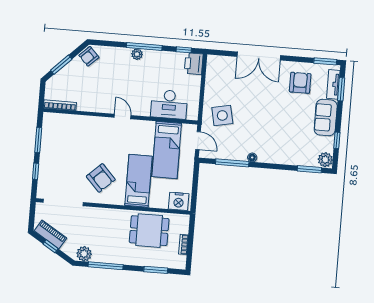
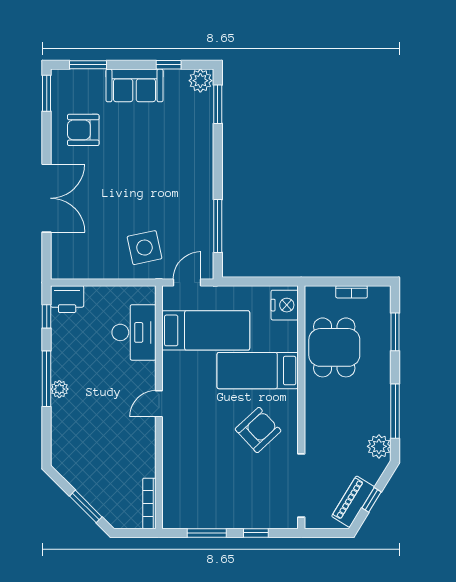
armchair: (89, 56) -> (69, 464), removed
tv unit: (333, 84) -> (81, 78), removed
floor lamp: (252, 157) -> (206, 195), removed

